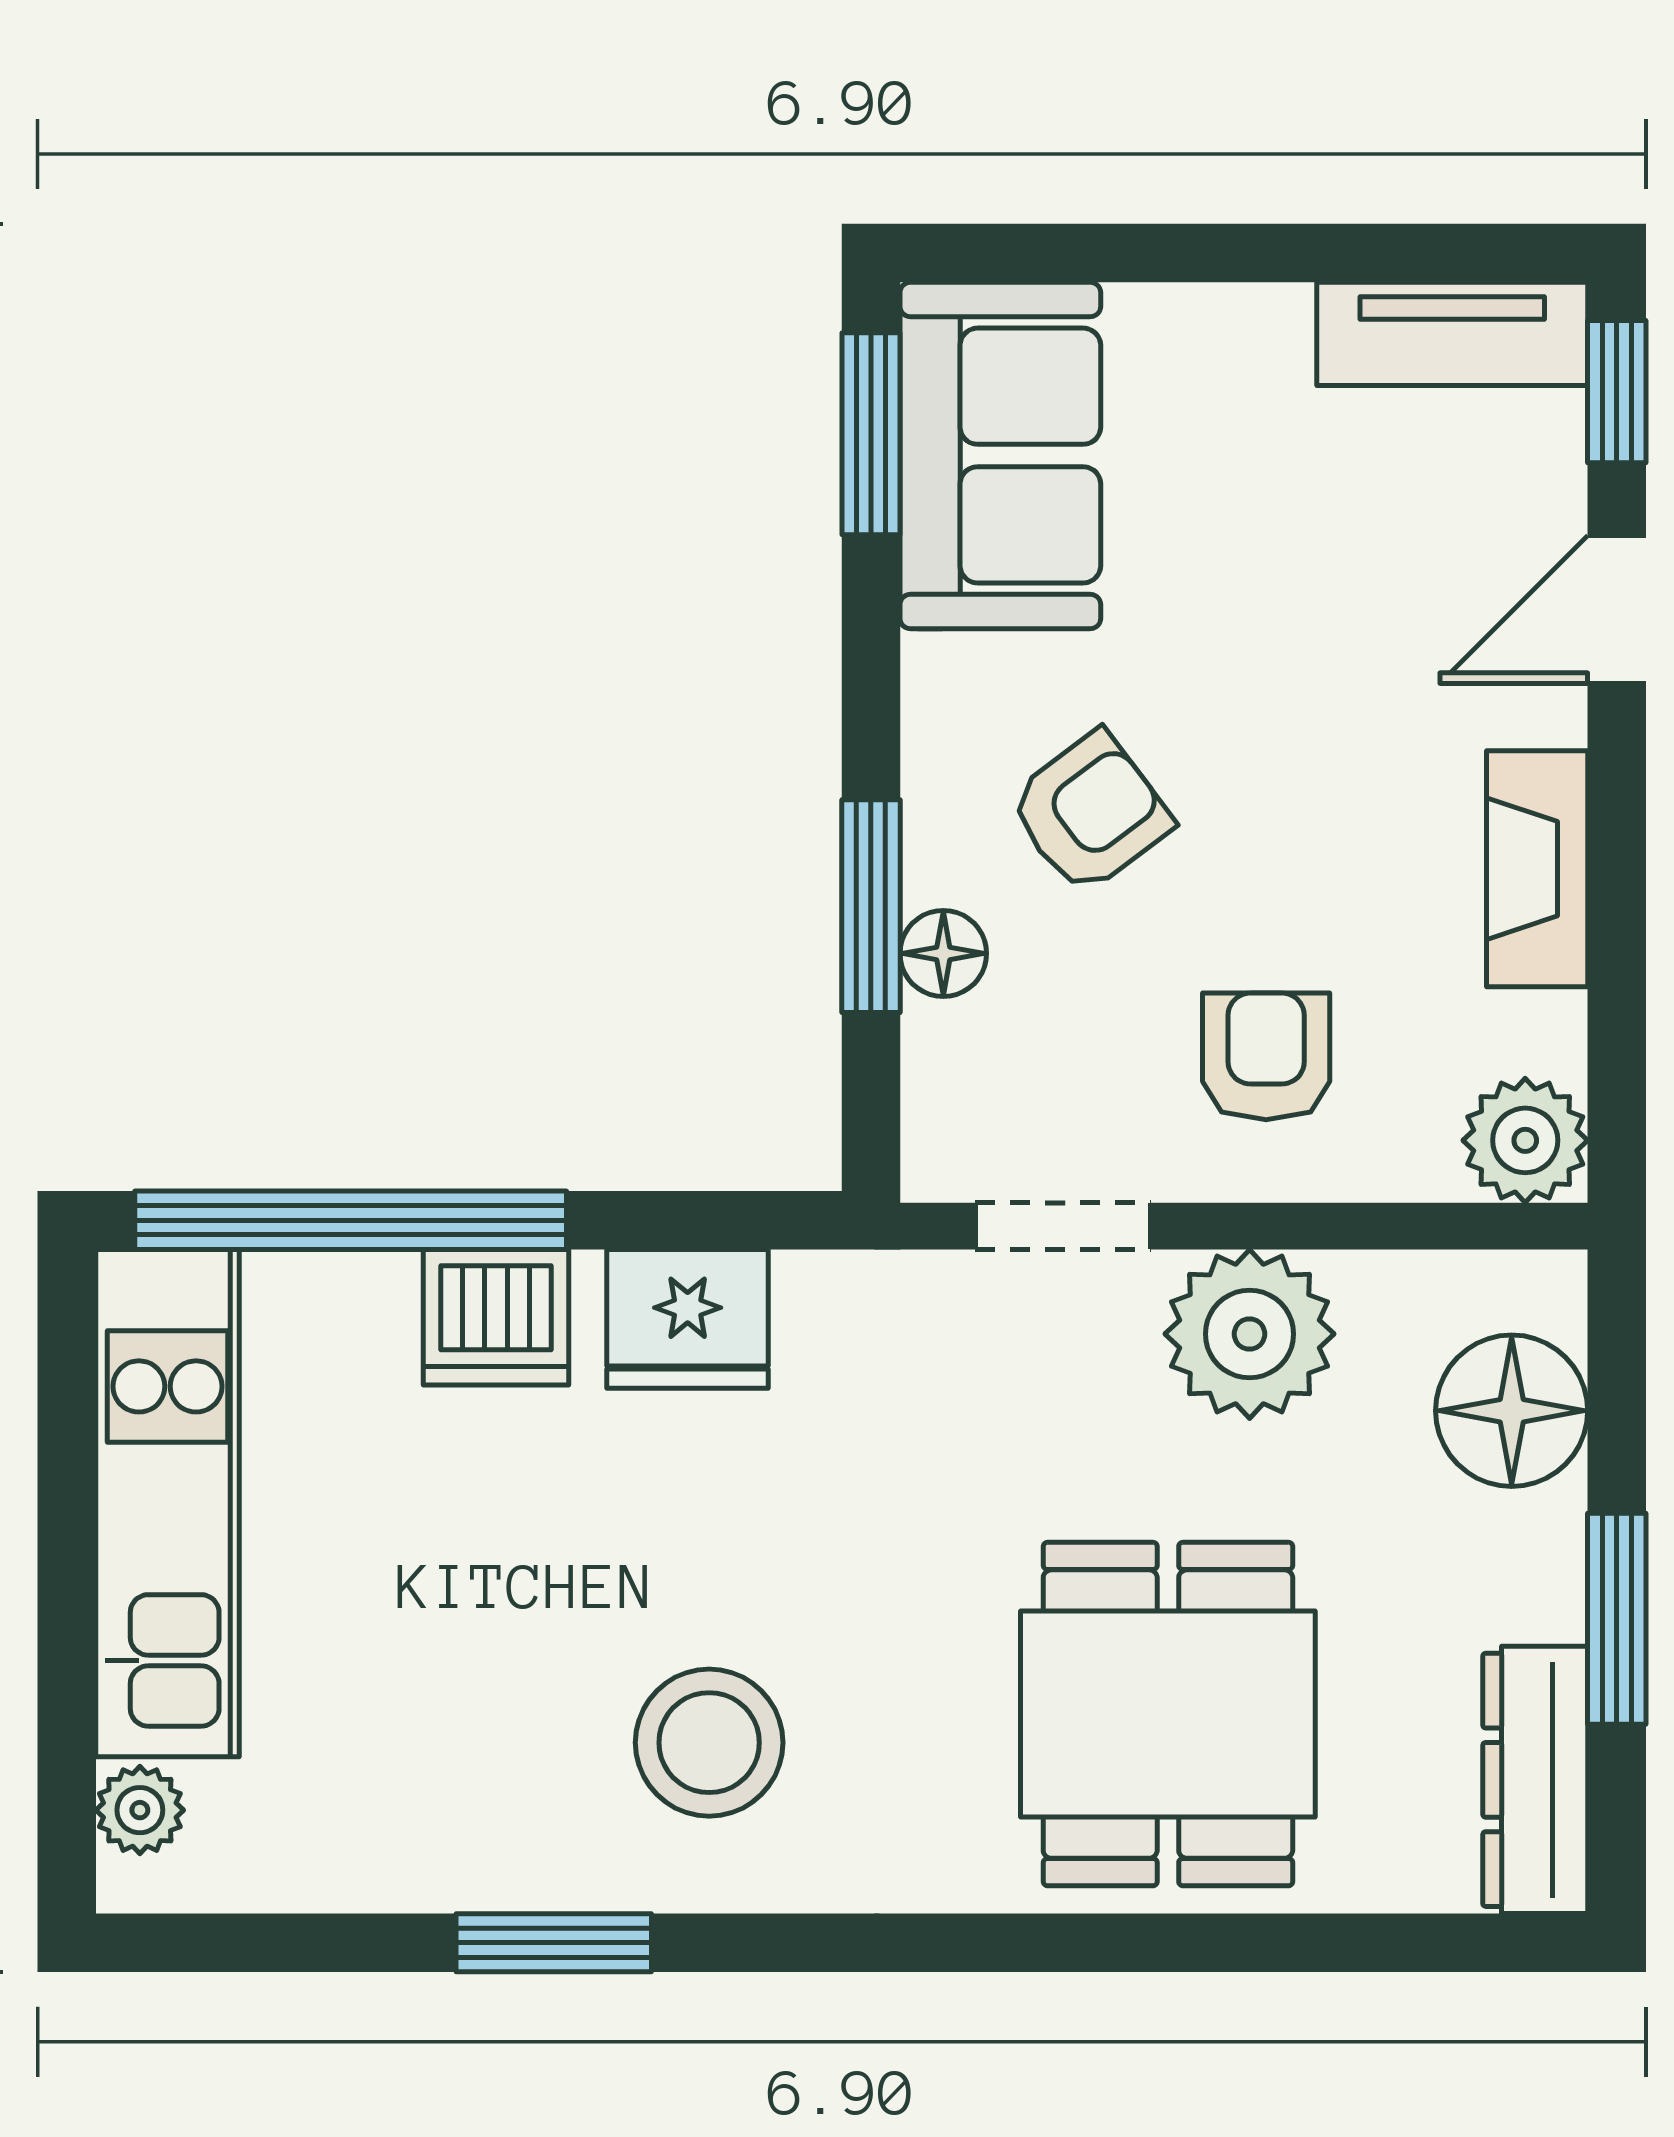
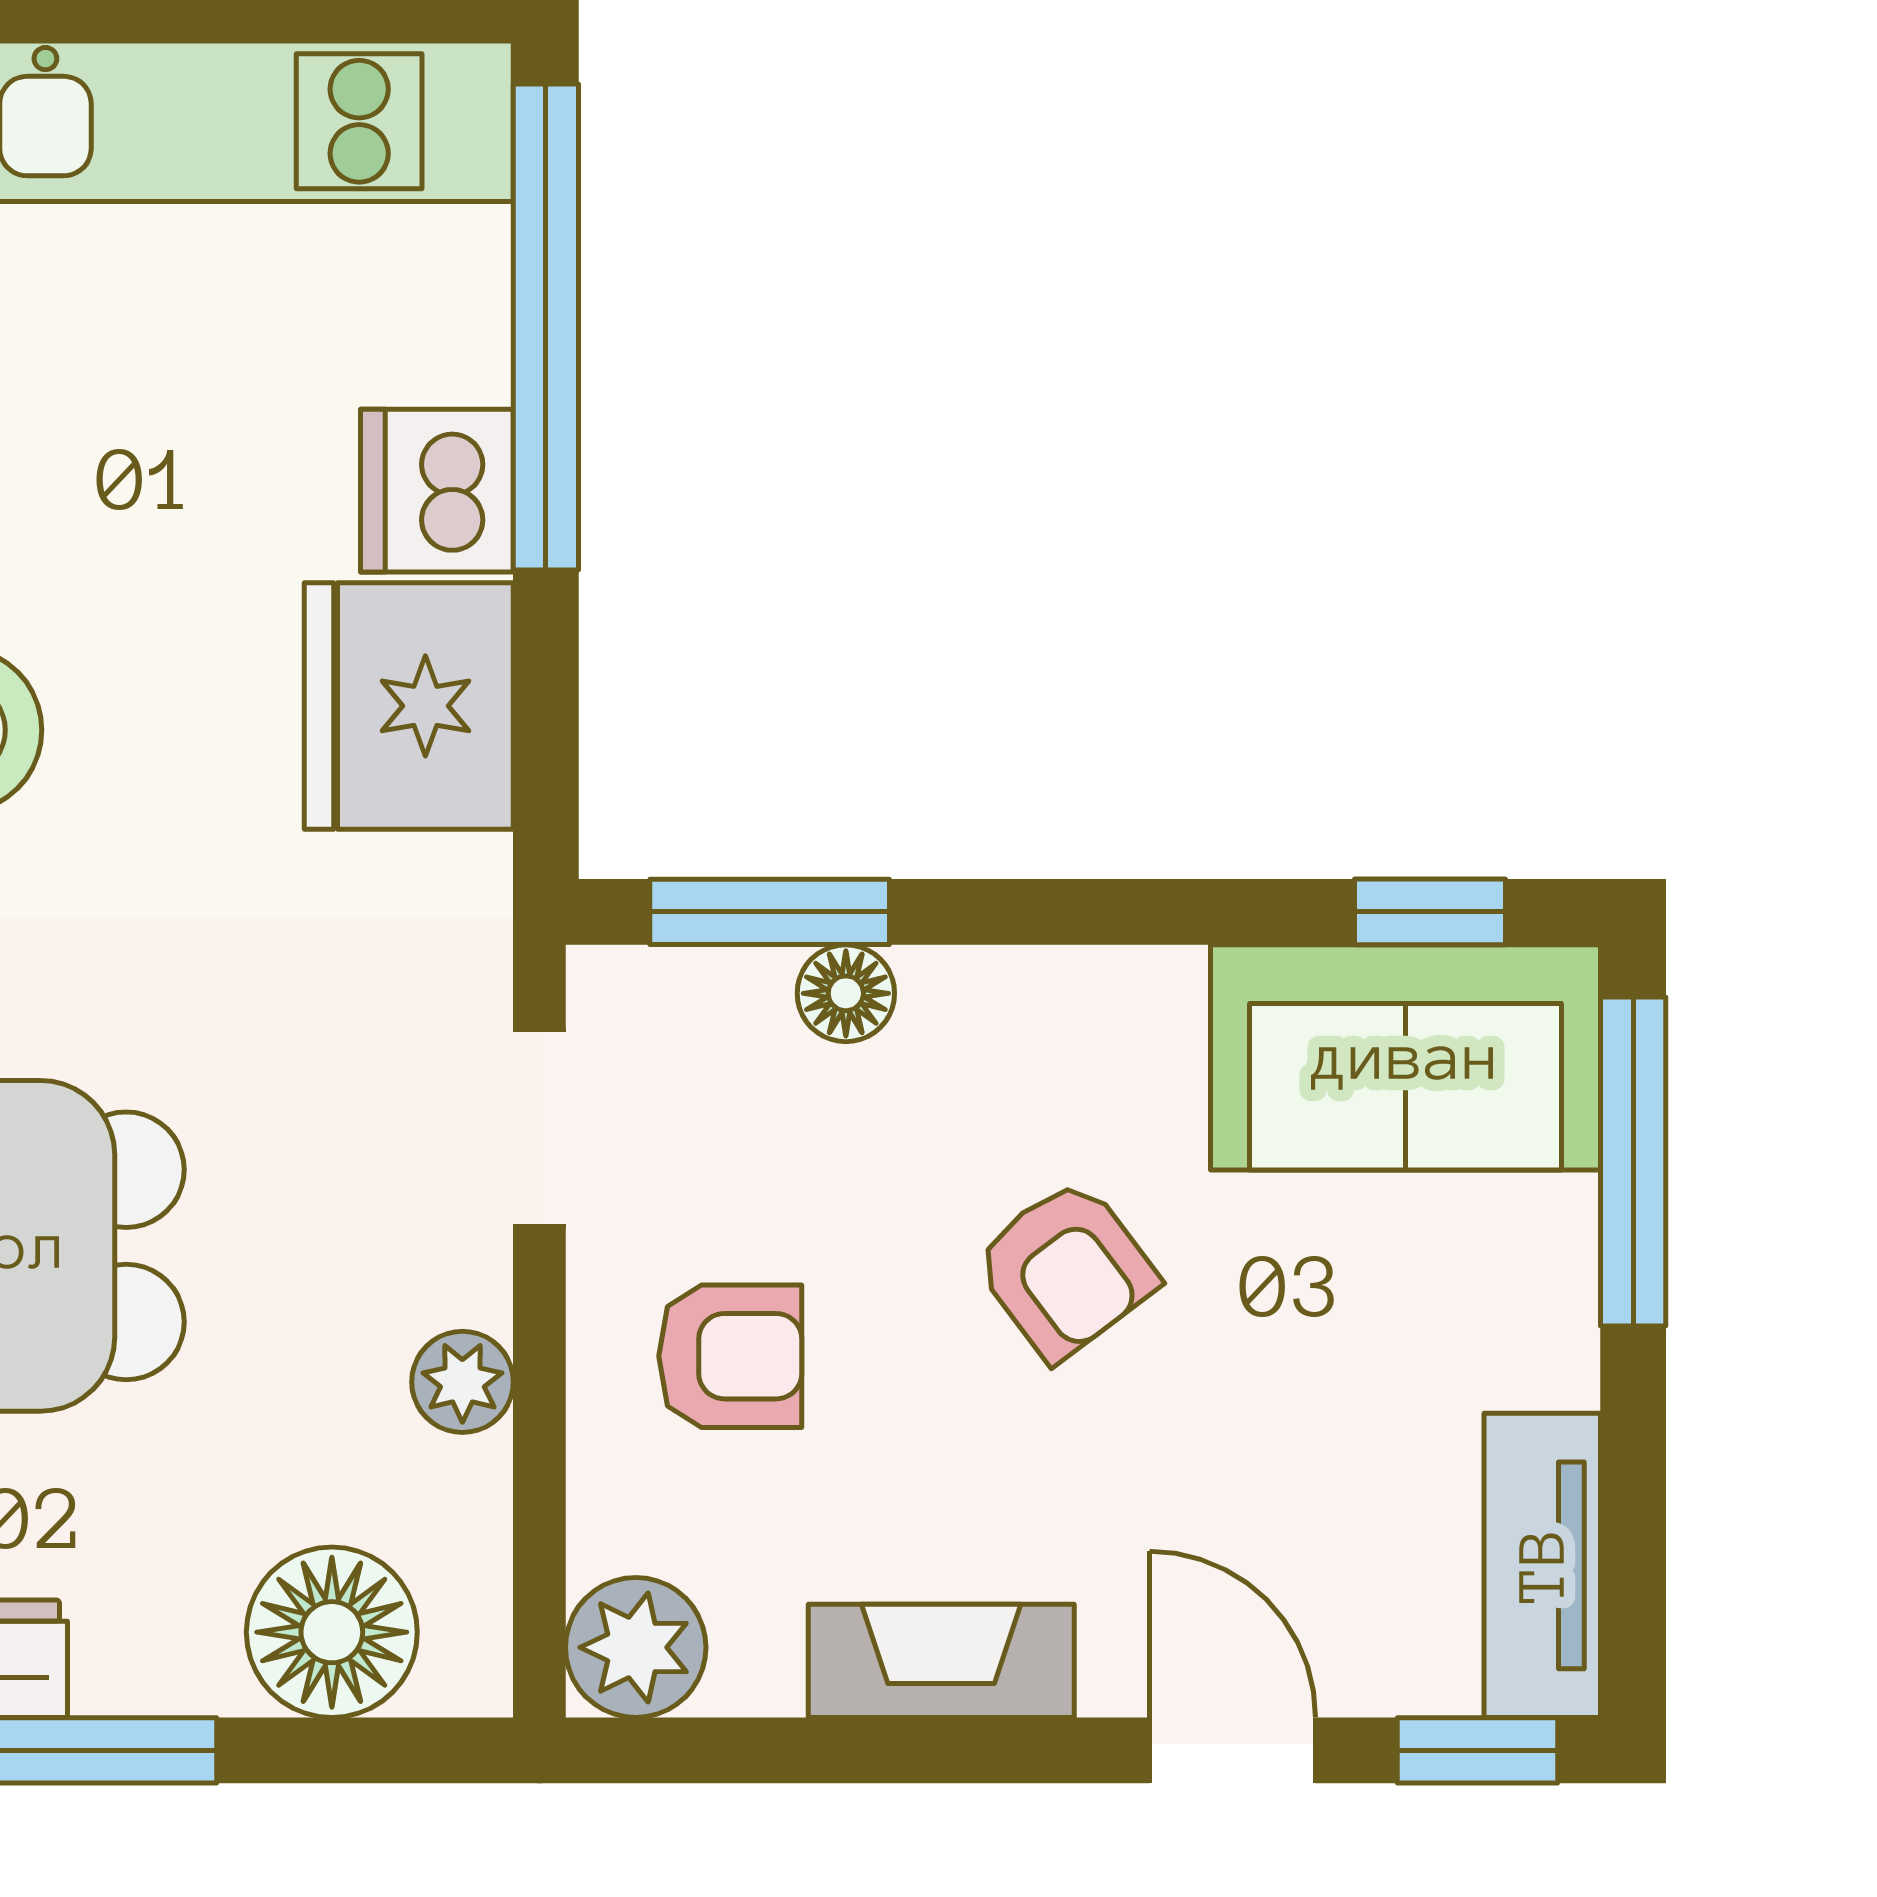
window: (1093, 253) -> (1633, 1162), added
window: (871, 434) -> (1430, 912), width x0.67
armchair: (1090, 813) -> (1065, 1269), moved
window: (871, 906) -> (770, 912), moved
fridge: (688, 1319) -> (409, 706), width x1.36, depth x1.34
plant: (1250, 1334) -> (462, 1382), width x0.53, depth x0.53

